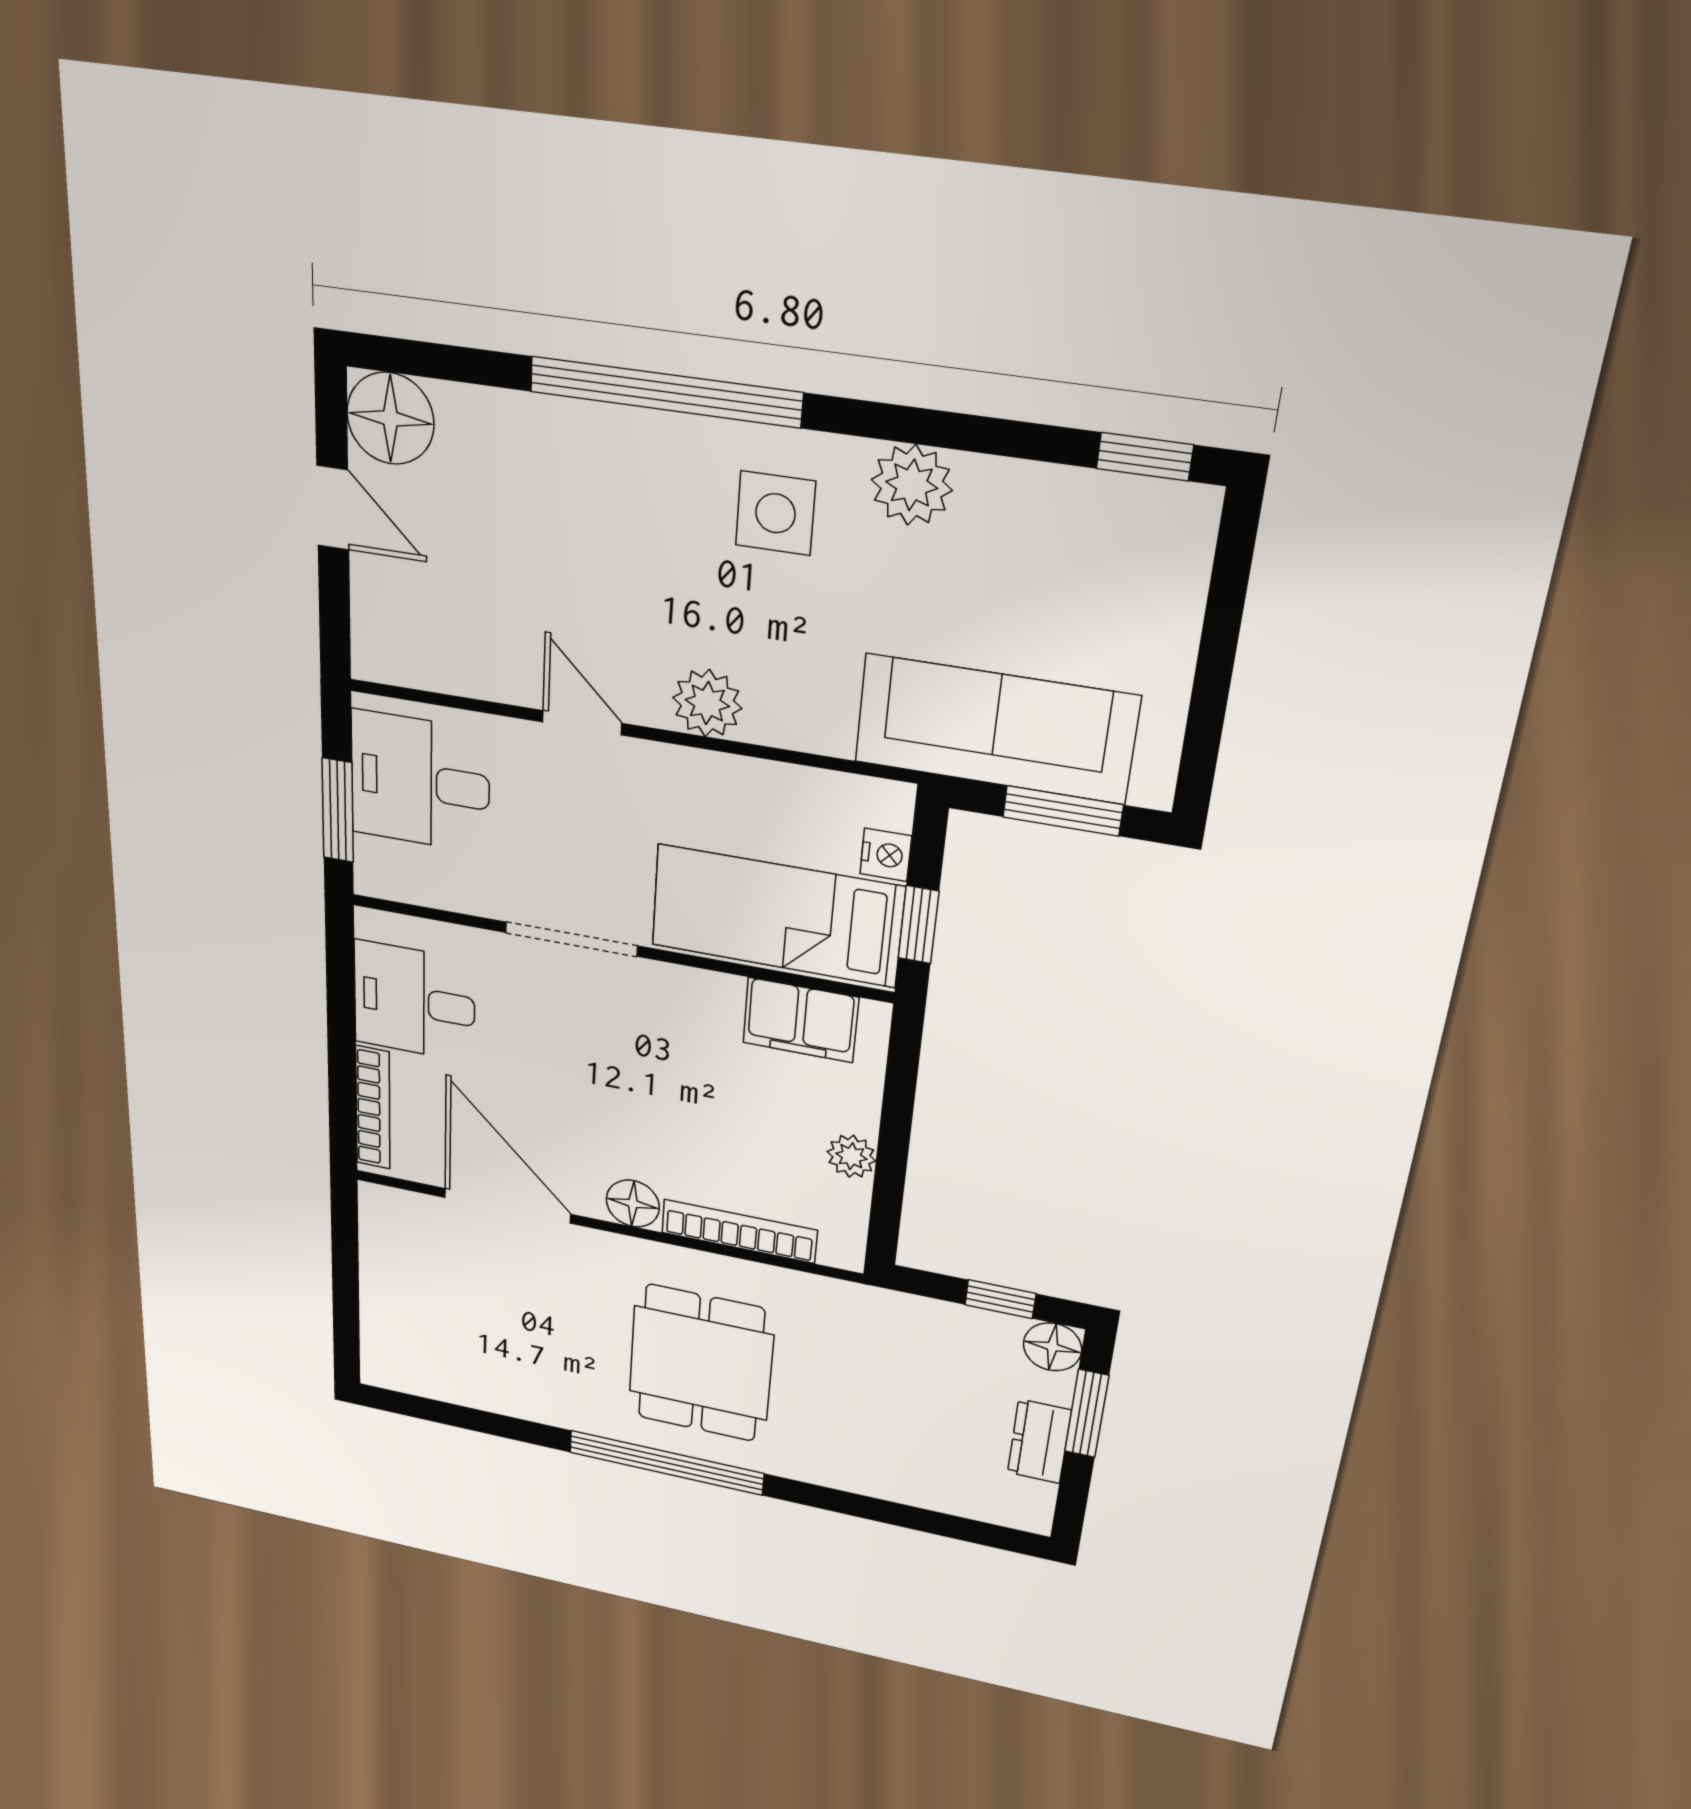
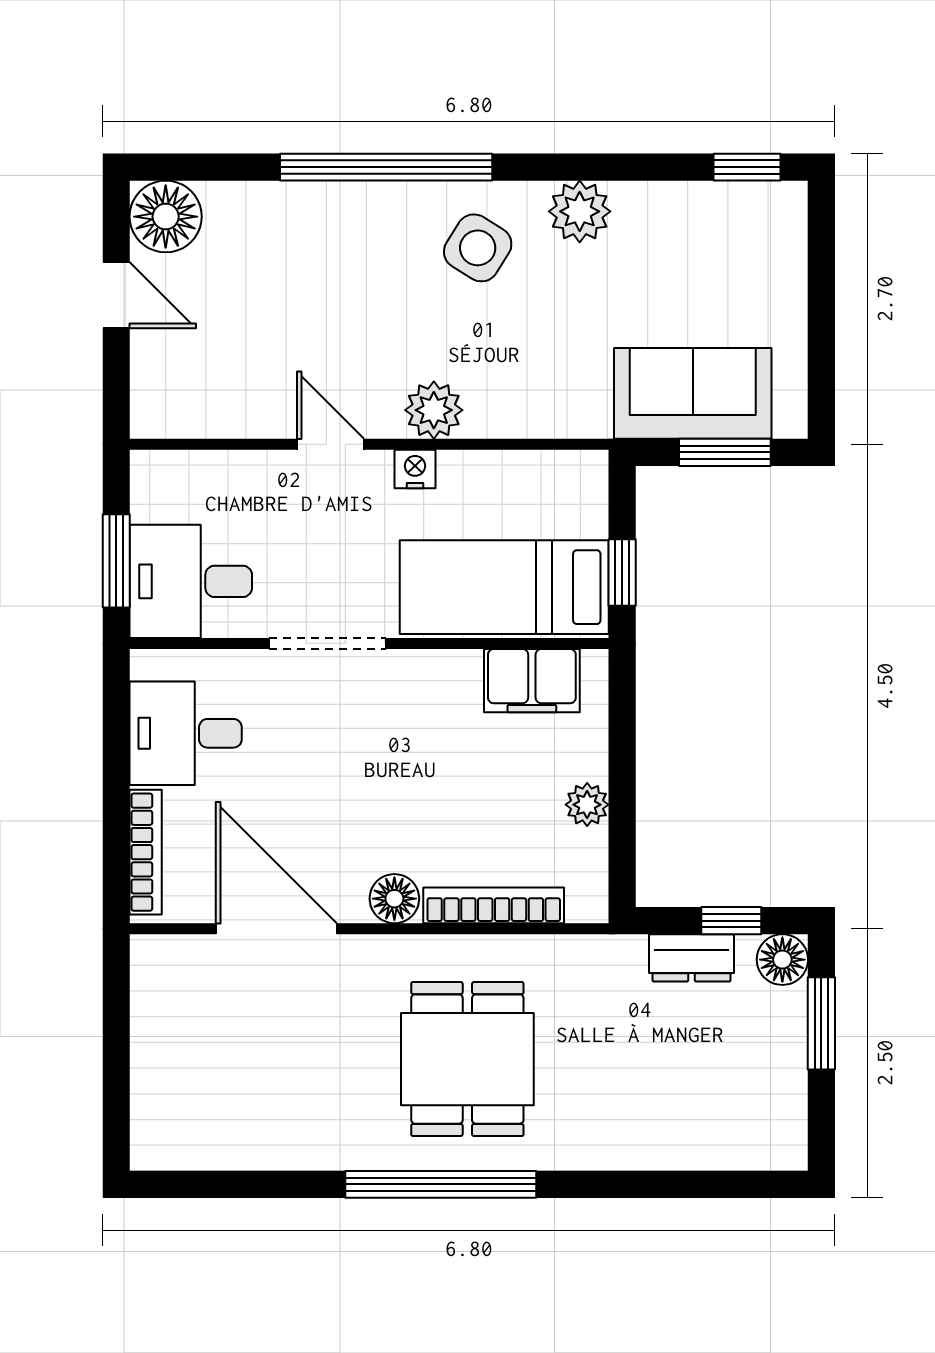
side table: (775, 513) -> (478, 248), turned 32
sofa: (995, 729) -> (693, 393), width x0.73
desk: (420, 782) -> (191, 581), moved
nightstand: (886, 855) -> (415, 469), moved, turned -90
dresser: (1039, 1441) -> (692, 958), moved, turned -90

